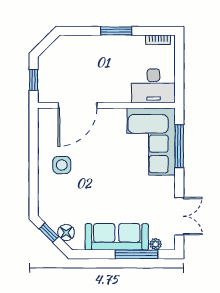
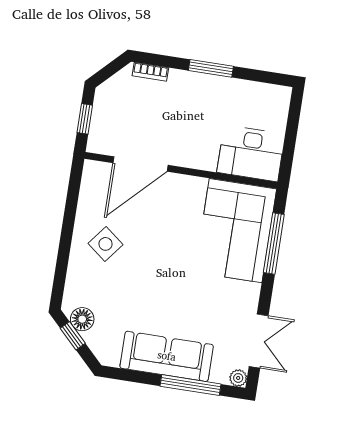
bookcase: (158, 40) -> (150, 72), moved
side table: (62, 165) -> (106, 244), turned 38
floor lamp: (66, 233) -> (82, 319), moved
plant: (156, 244) -> (238, 378), moved

